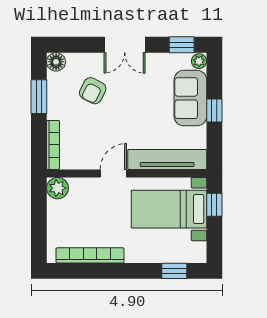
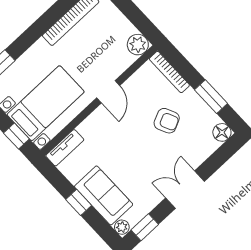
armchair: (93, 91) -> (167, 121), moved, turned 128
tv unit: (167, 159) -> (65, 148), width x0.52, depth x0.78

